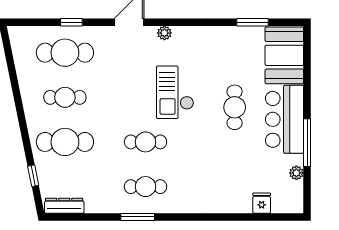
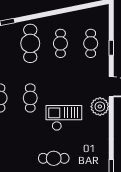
plant: (164, 33) -> (100, 107), width x1.87, depth x1.87
cafe table: (65, 53) -> (91, 43), width x0.73, depth x0.74

